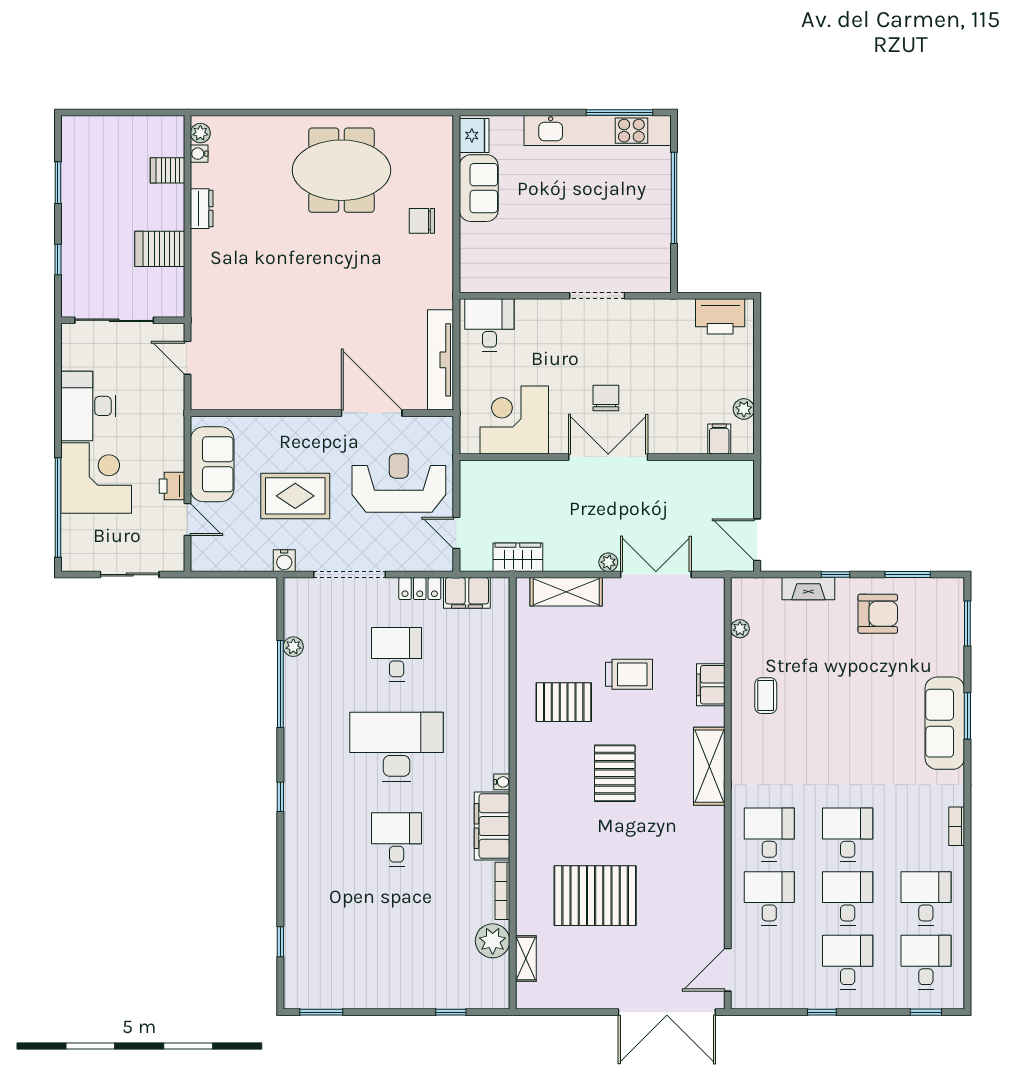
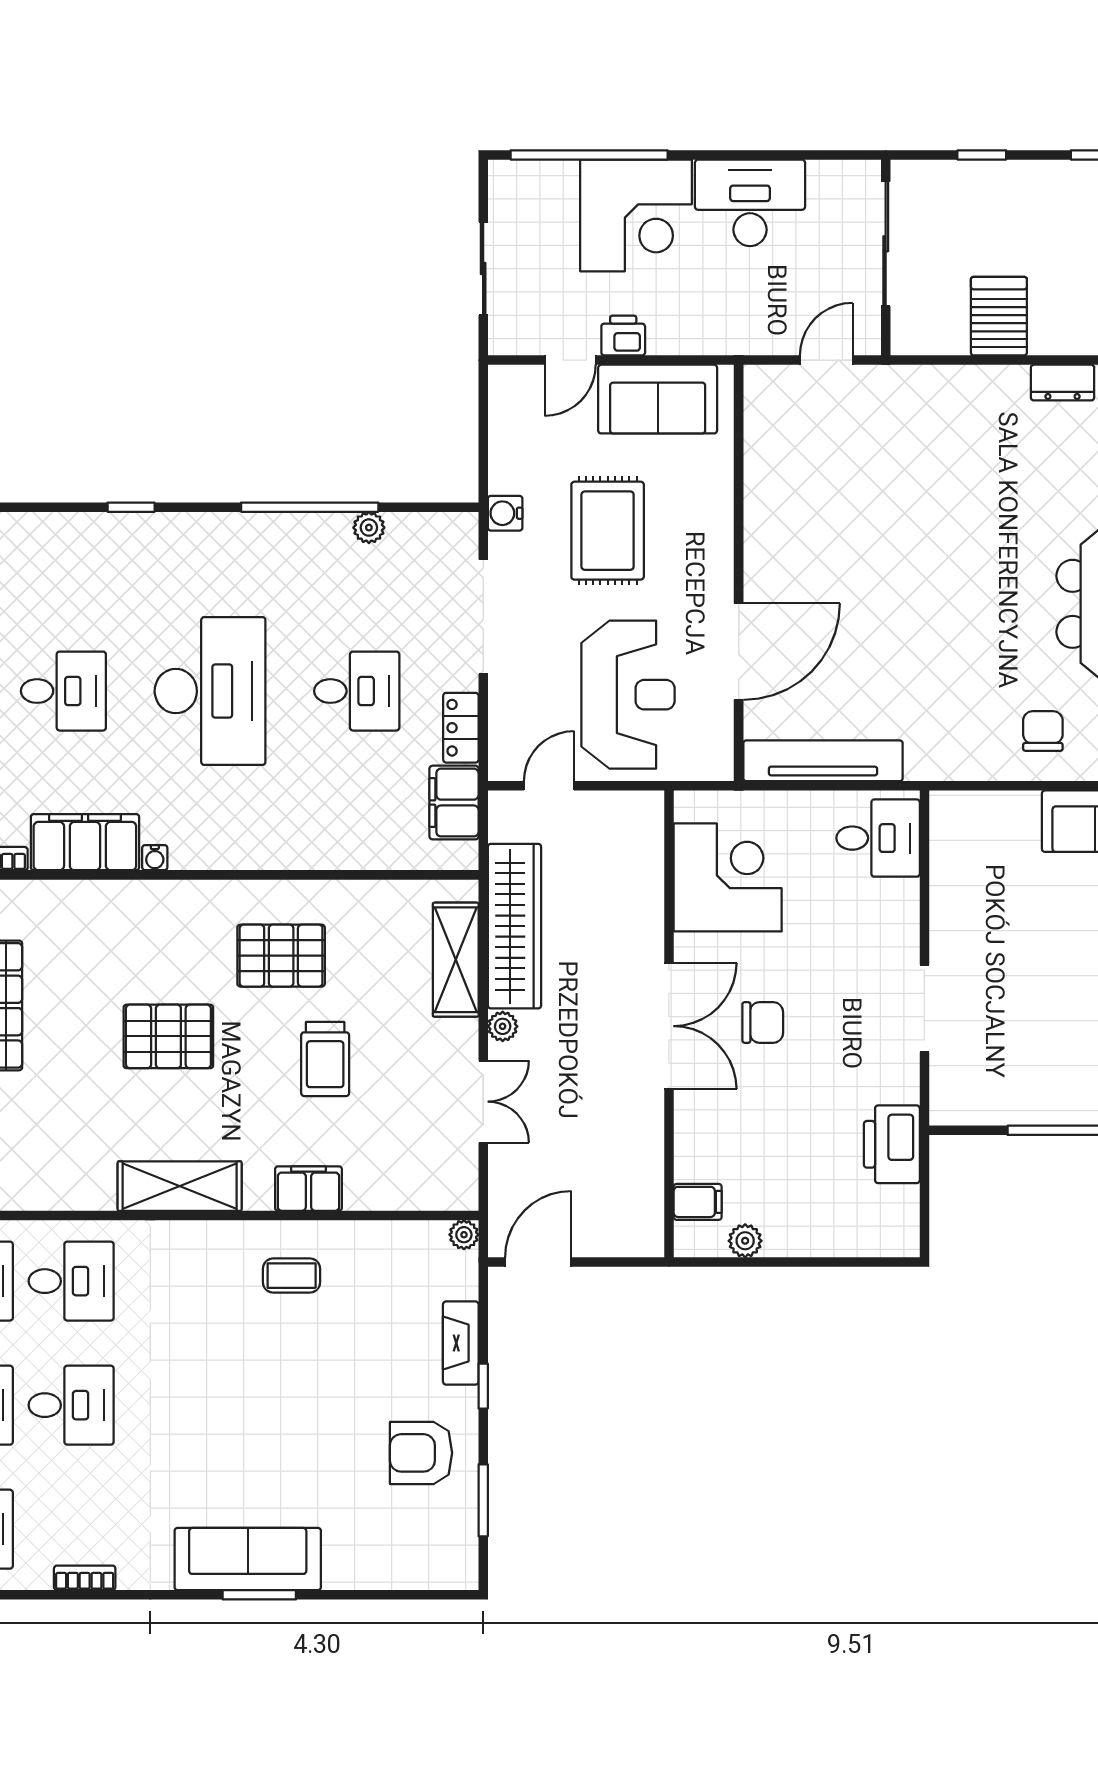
printer: (720, 316) -> (892, 1144), moved
wardrobe: (518, 557) -> (514, 926), width x2.10, depth x1.17
double door: (656, 575) -> (483, 1102), width x0.73
armchair: (878, 614) -> (421, 1453), turned 90
window: (967, 624) -> (405, 1595), removed
plant: (740, 629) -> (464, 1235), moved
pallet: (564, 702) -> (281, 956), turned 90

